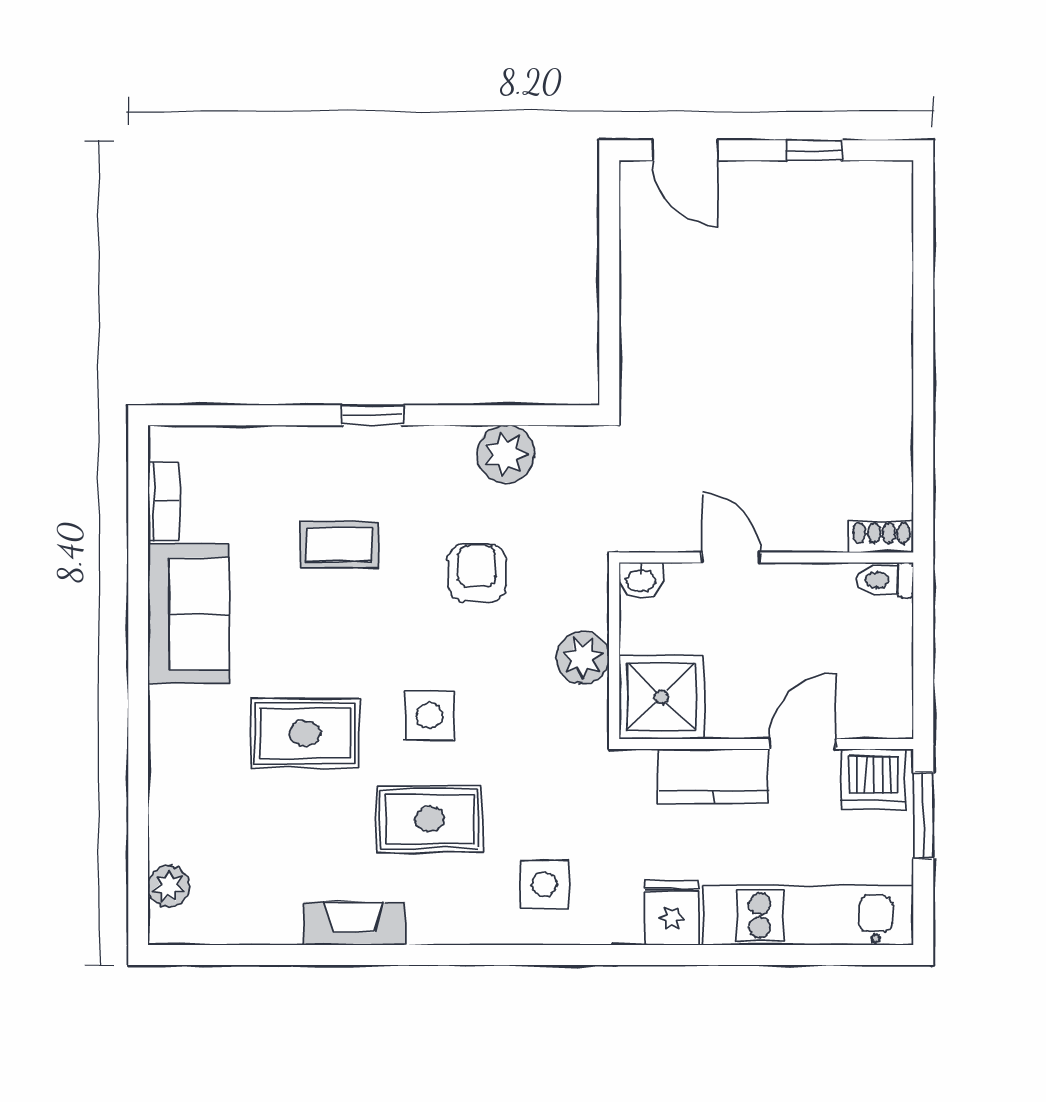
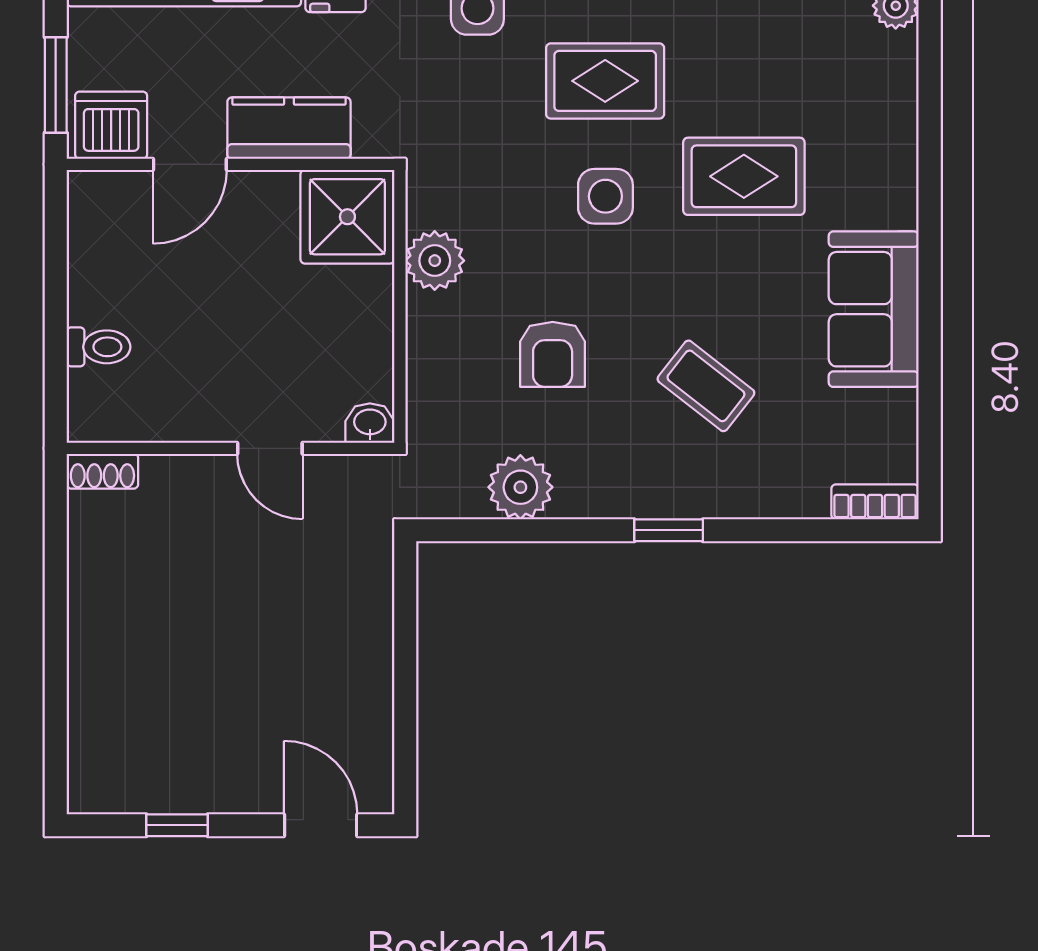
bookcase: (164, 501) -> (875, 502), moved, turned 90
shoe rack: (881, 537) -> (102, 471), moved
coffee table: (339, 545) -> (706, 386), turned 38
door: (731, 558) -> (270, 448), moved
wall: (766, 558) -> (231, 448), moved
washbasin: (641, 580) -> (370, 423), moved

